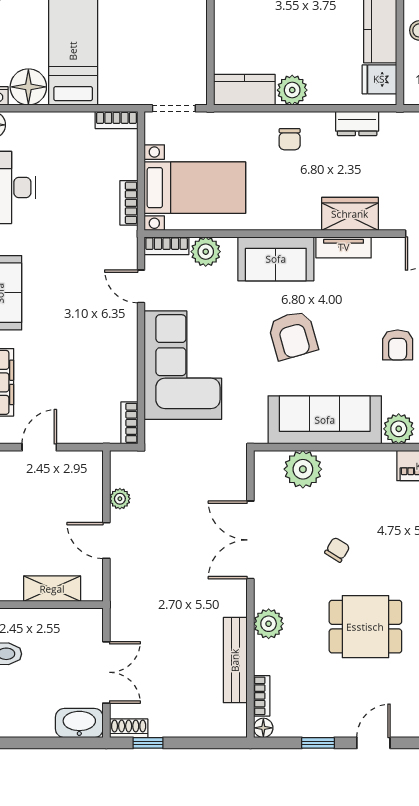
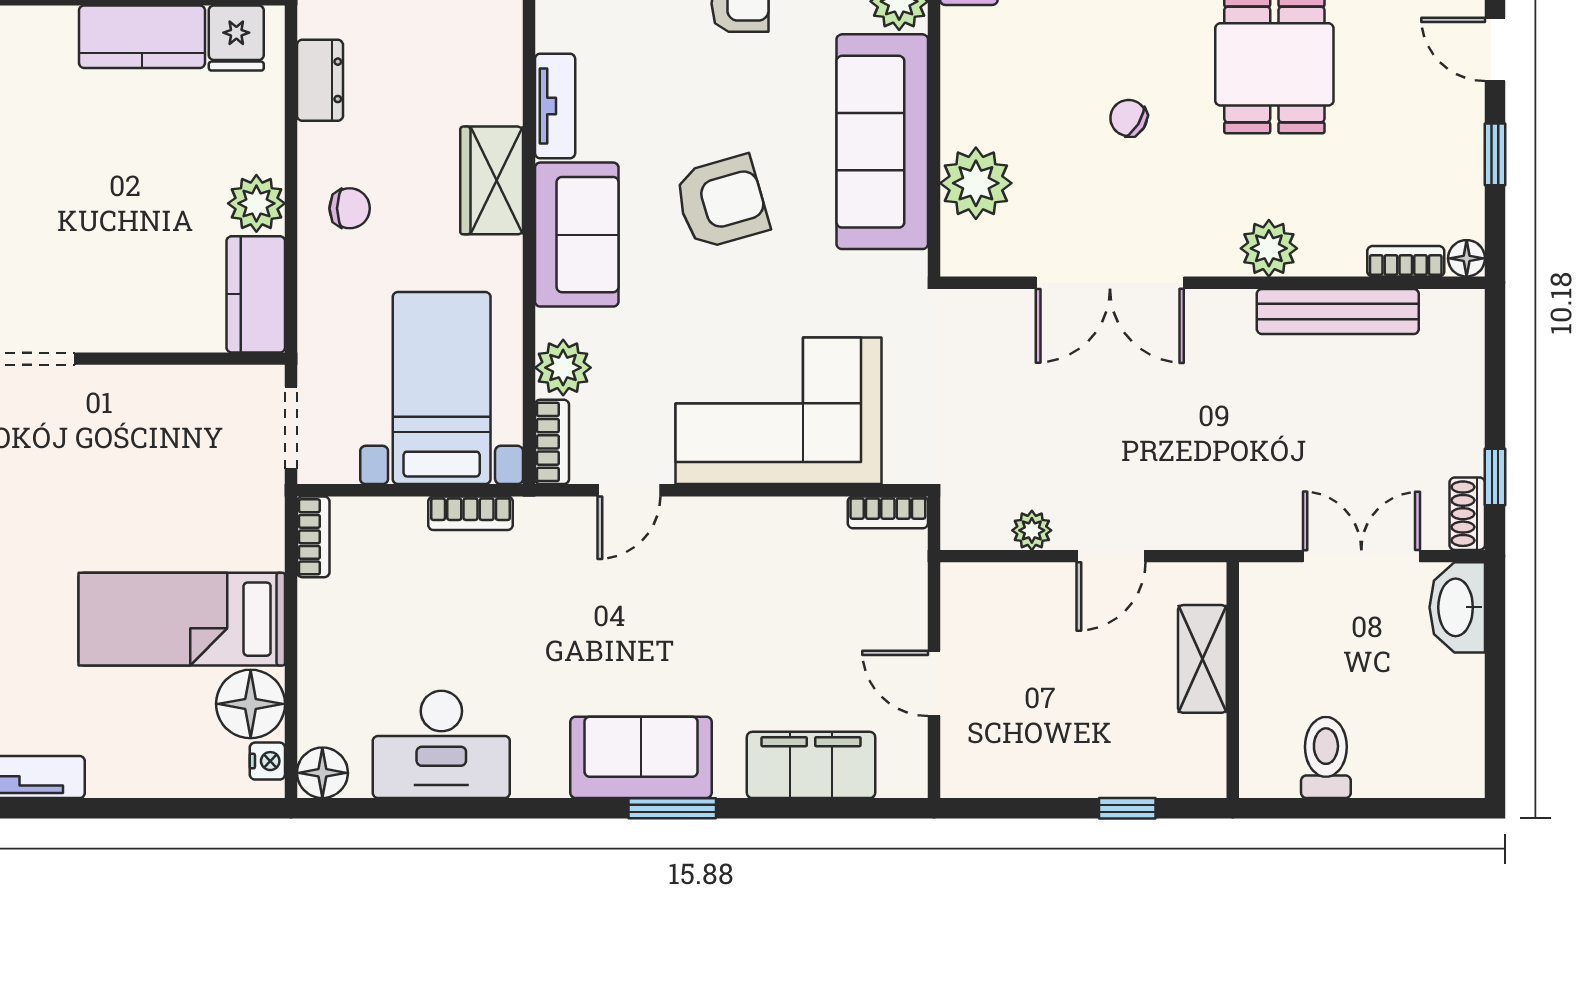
wardrobe: (350, 214) -> (492, 180), moved

